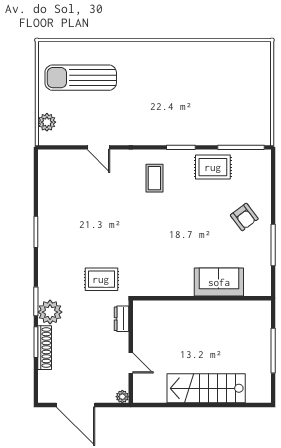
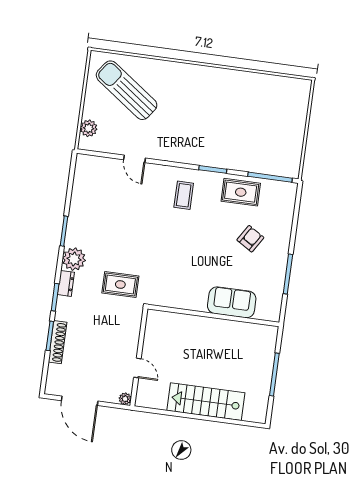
sun lounger: (81, 78) -> (127, 90), turned 36
armchair: (244, 217) -> (250, 239), moved, turned -111
plant: (50, 312) -> (74, 259), moved
dresser: (121, 319) -> (66, 283), moved, turned 180

